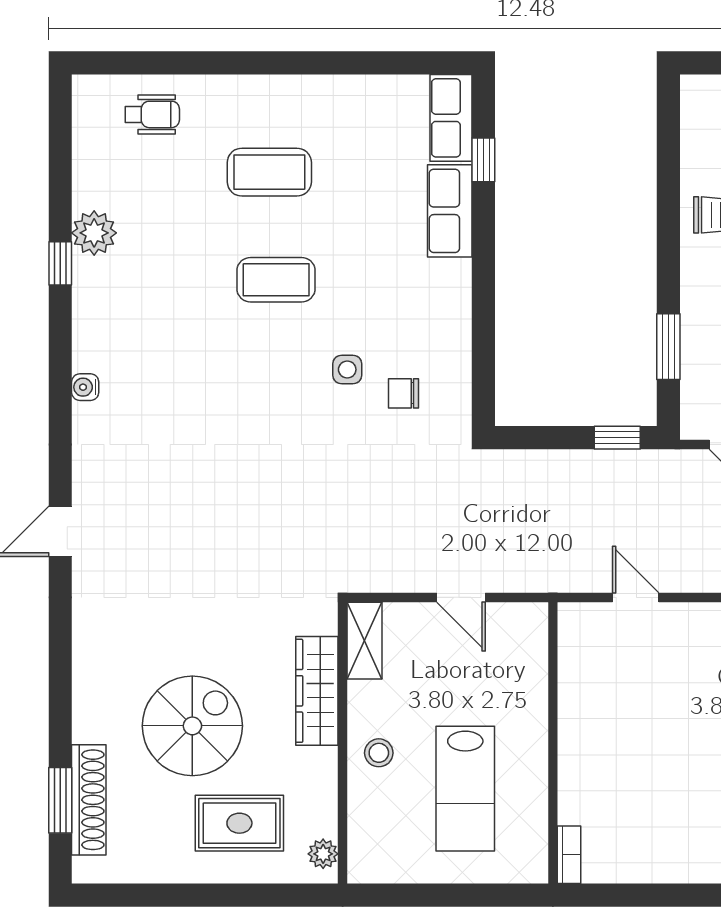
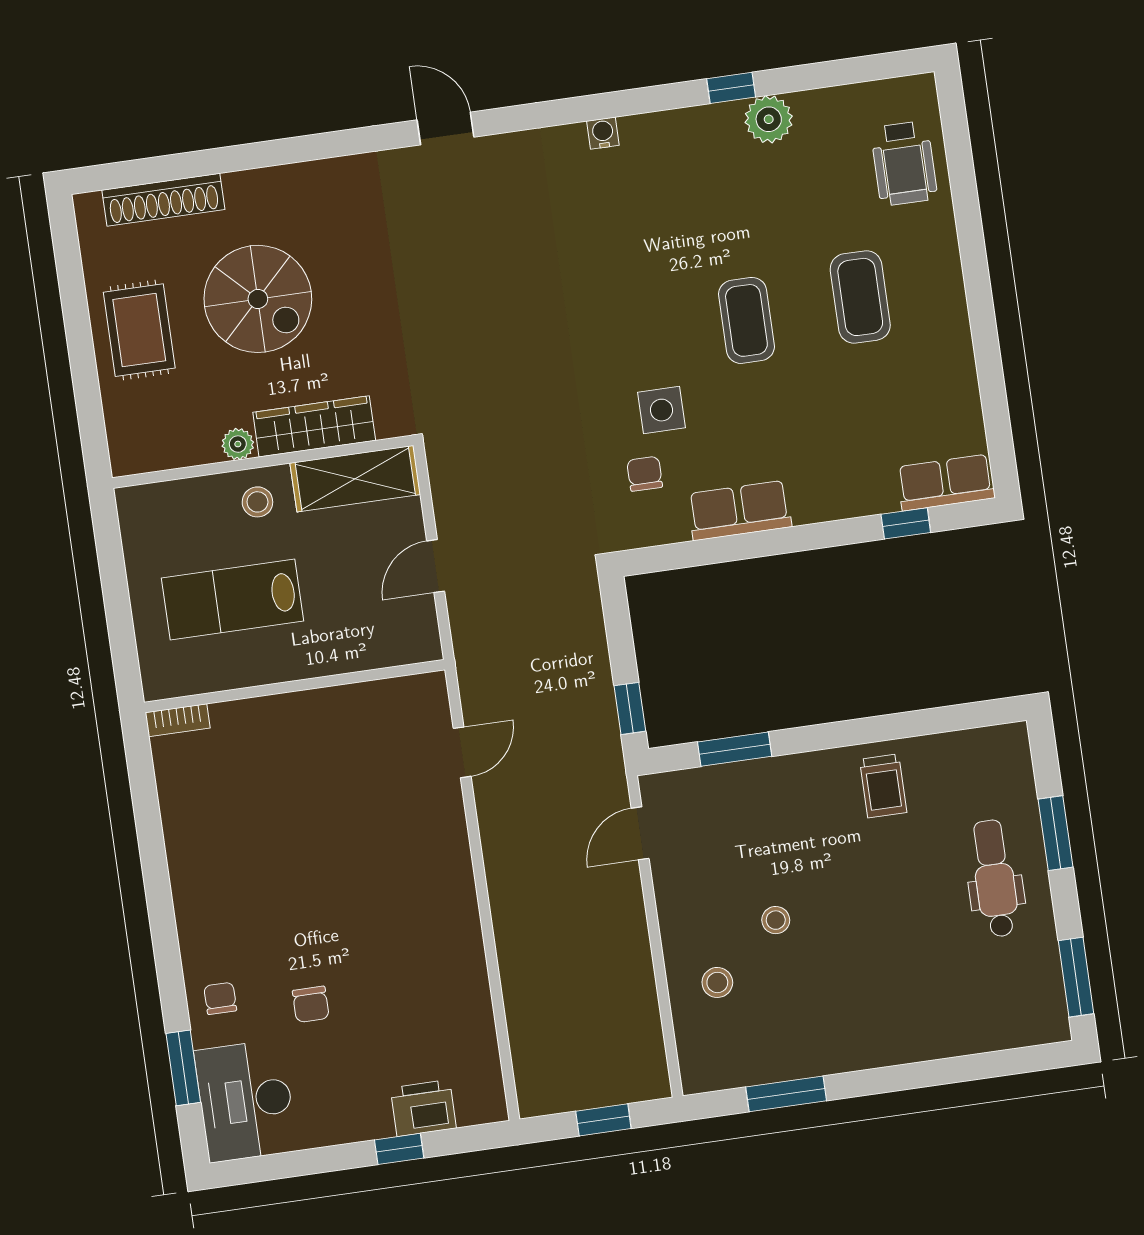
wheelchair: (152, 114) -> (904, 163), width x1.36, depth x1.37
row of seats: (450, 211) -> (739, 510), moved
side table: (347, 370) -> (662, 410), width x1.37, depth x1.37
shelving: (364, 641) -> (355, 479), width x1.50, depth x1.33
window: (60, 800) -> (158, 169), removed
rug: (239, 823) -> (139, 330), moved
plant: (323, 854) -> (238, 444), moved

